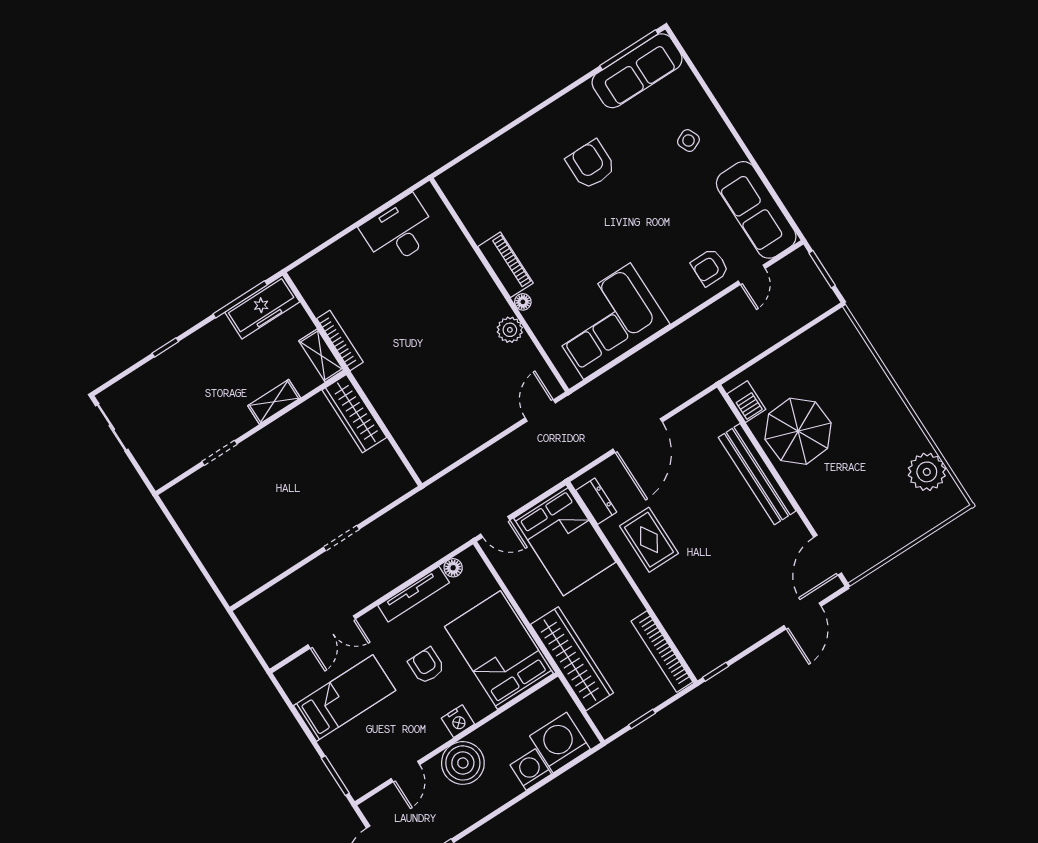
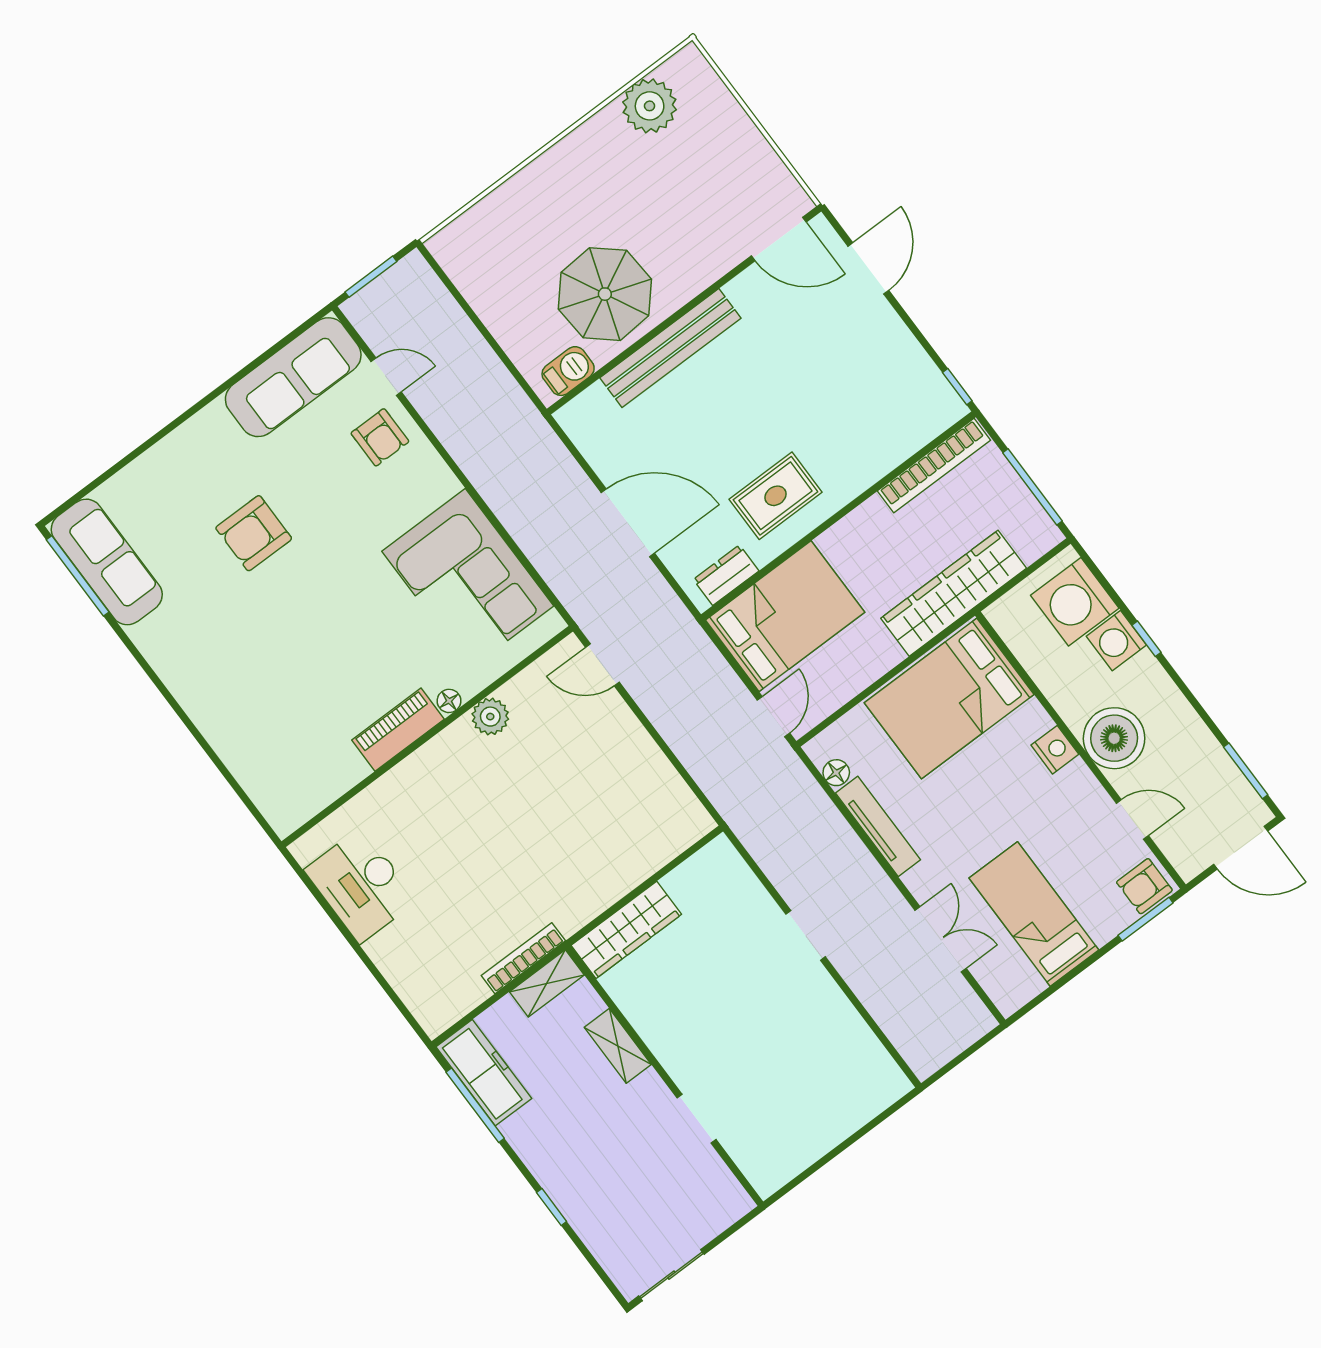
side table: (688, 141) -> (201, 481), removed
armchair: (591, 165) -> (254, 533), moved
door: (803, 616) -> (868, 268), hinge flipped
armchair: (426, 666) -> (1144, 886), moved
window: (642, 719) -> (1032, 487), width x2.17
window: (531, 791) -> (1146, 639), added

